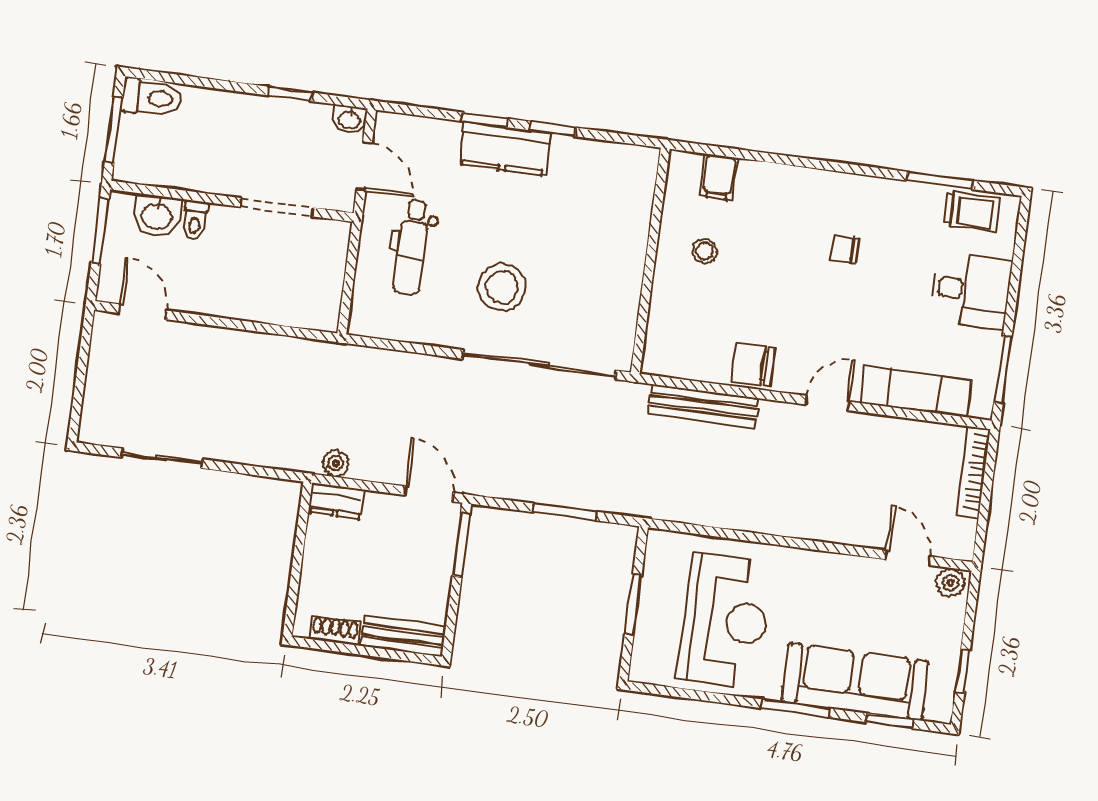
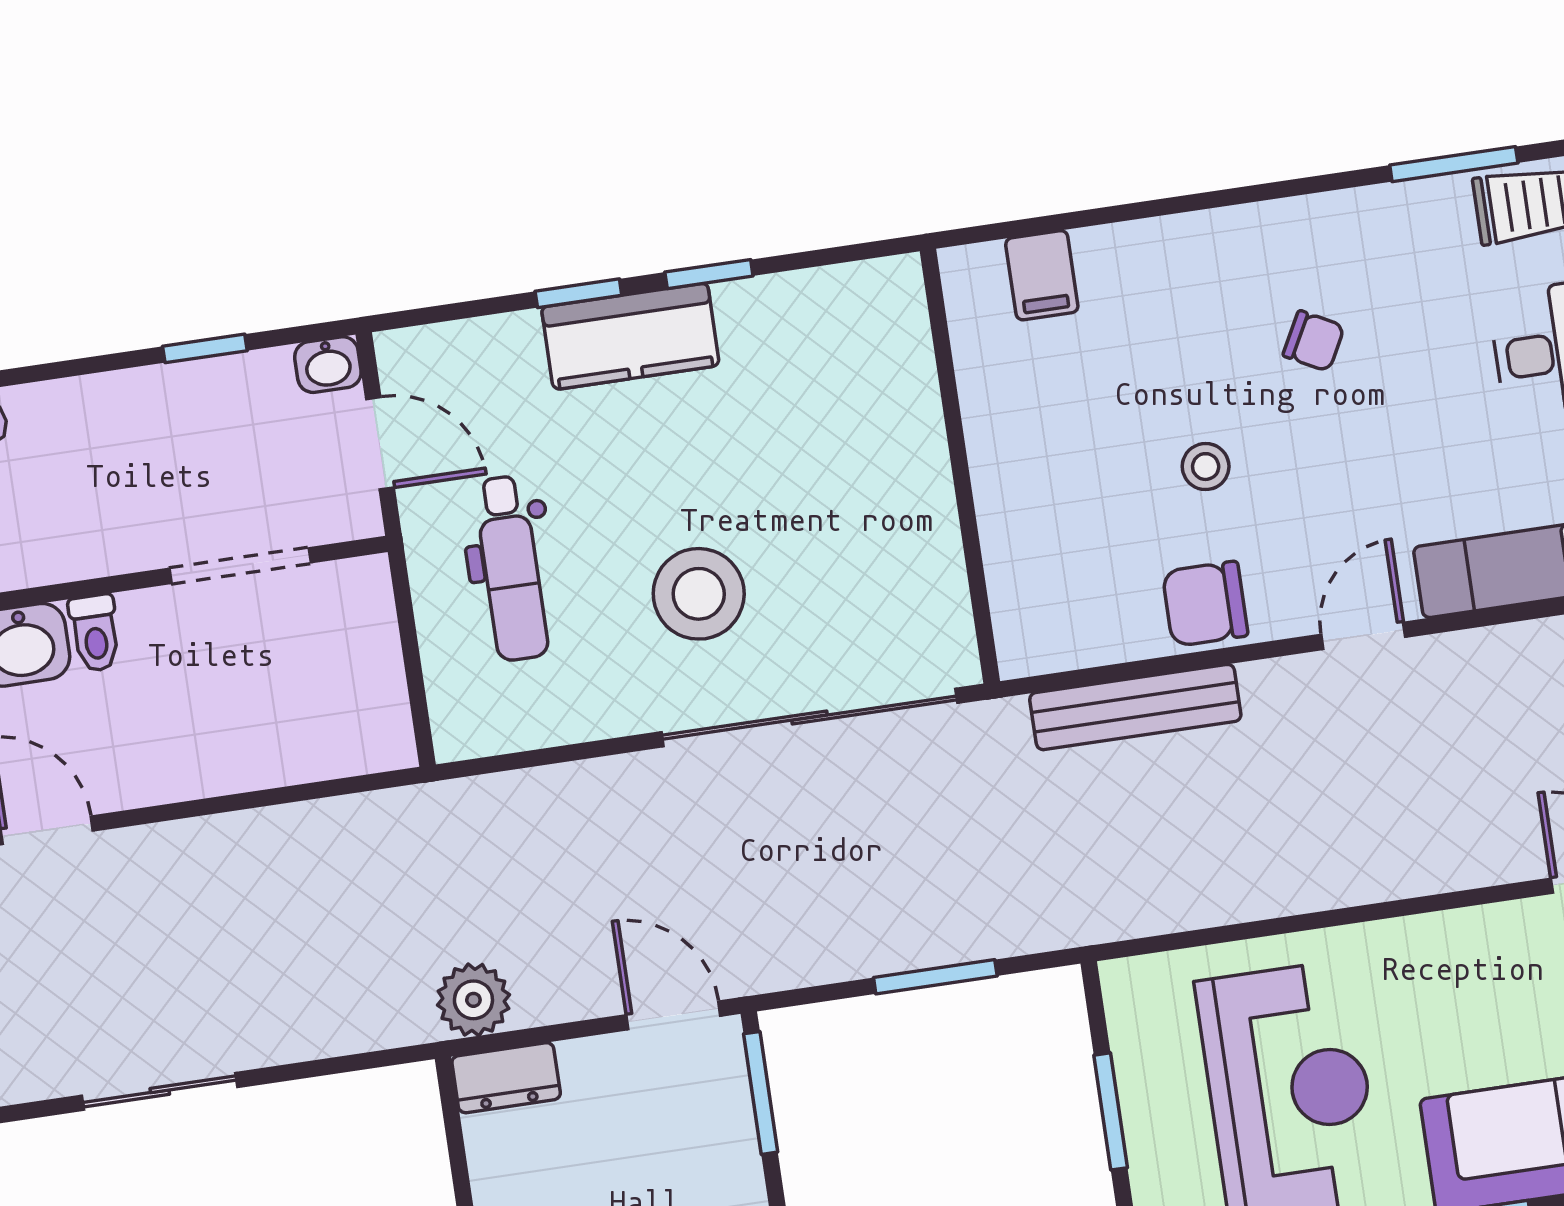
chair: (845, 249) -> (1314, 341), turned -152
stool: (705, 251) -> (1206, 467), moved
plant: (336, 463) -> (473, 1000), width x1.38, depth x1.38

